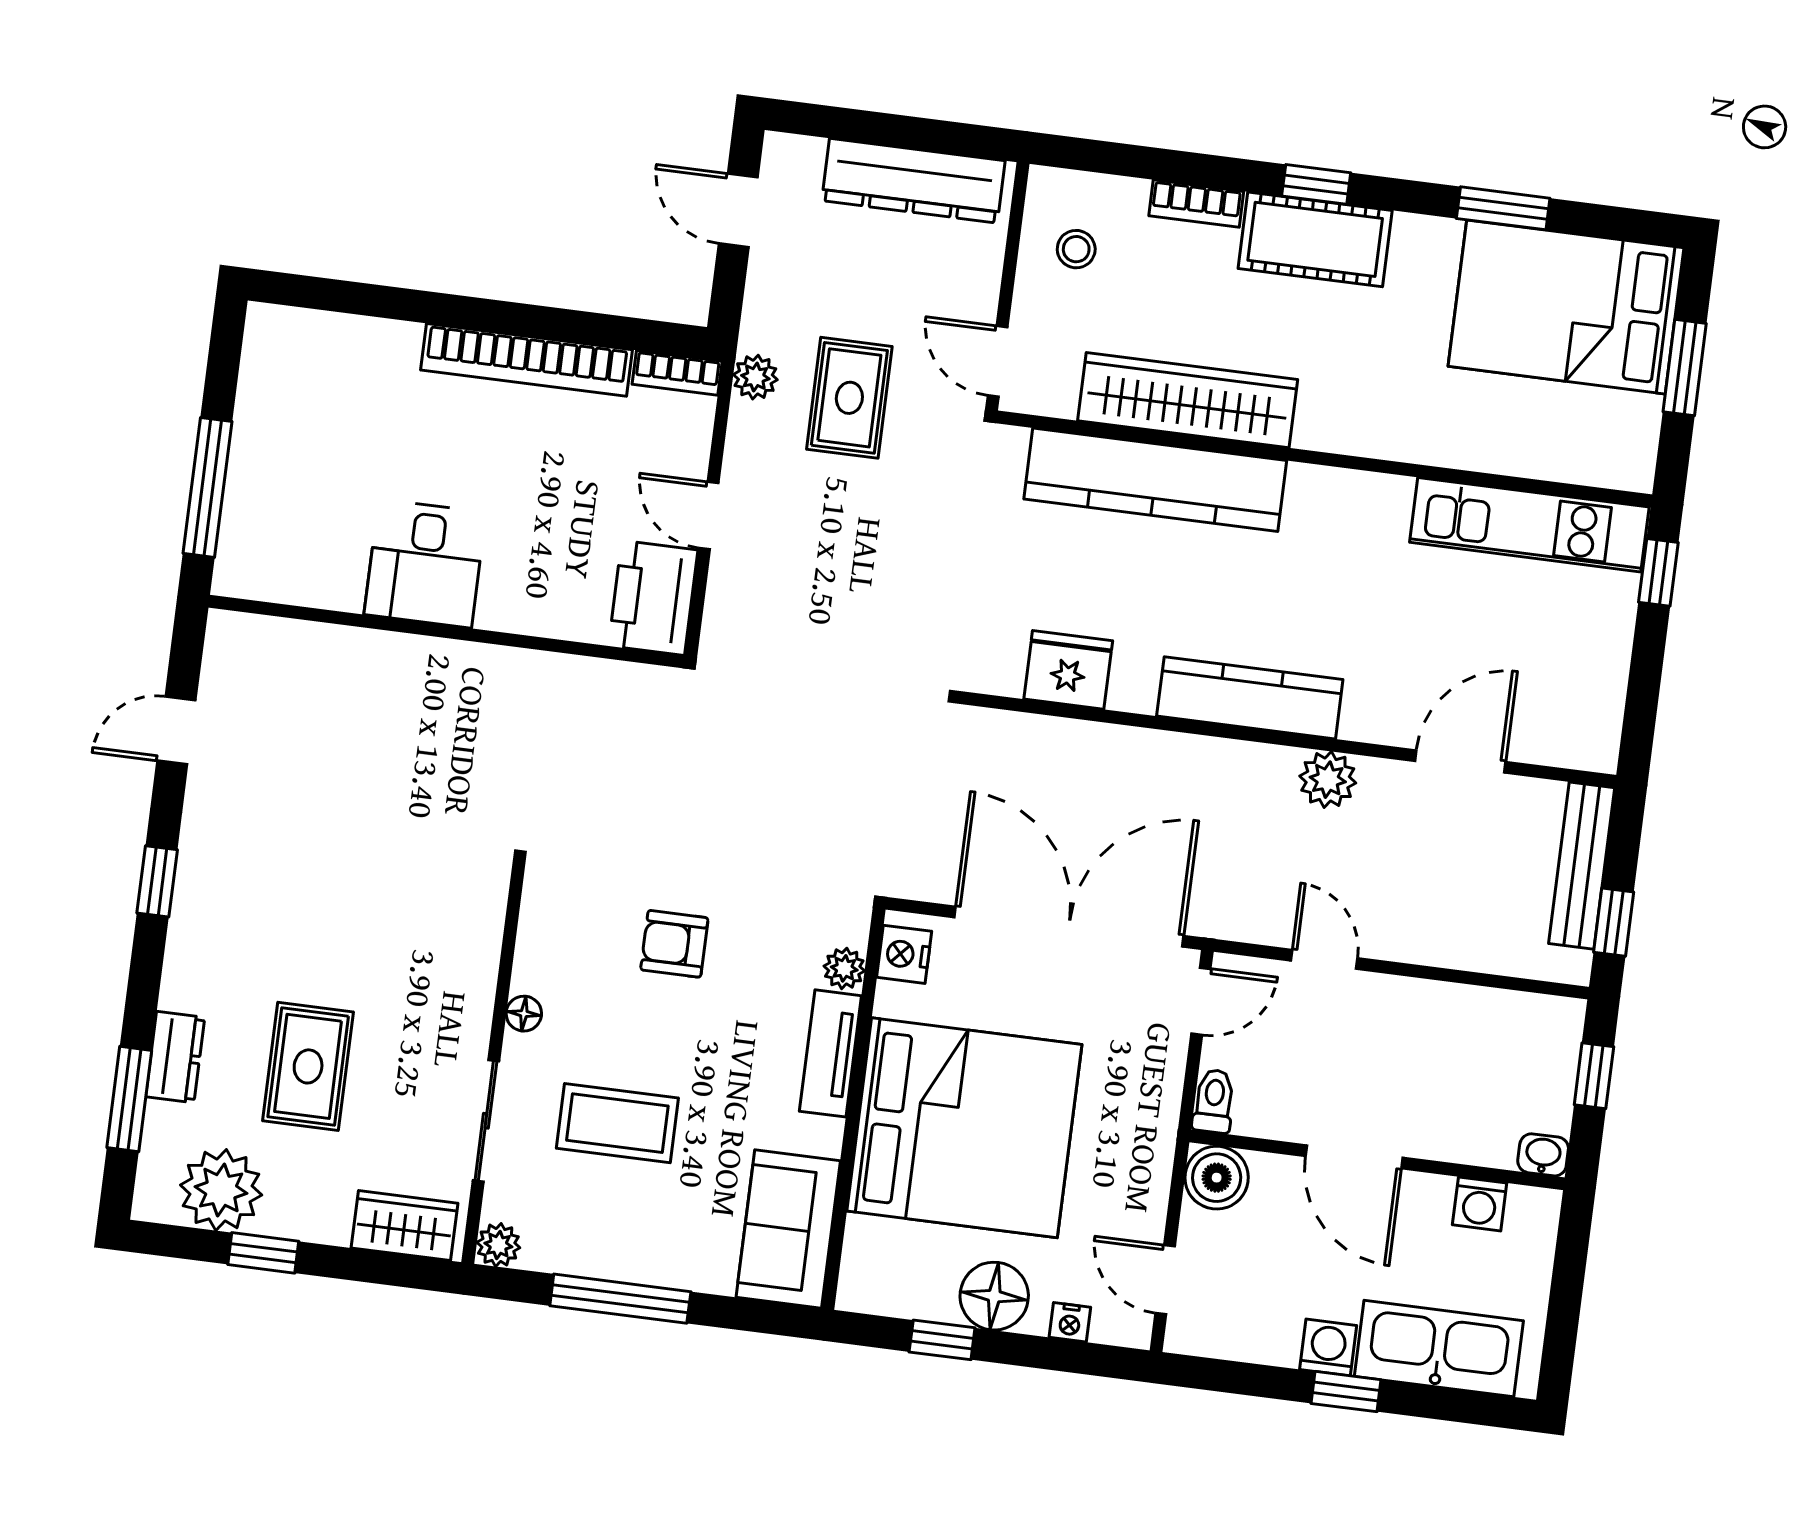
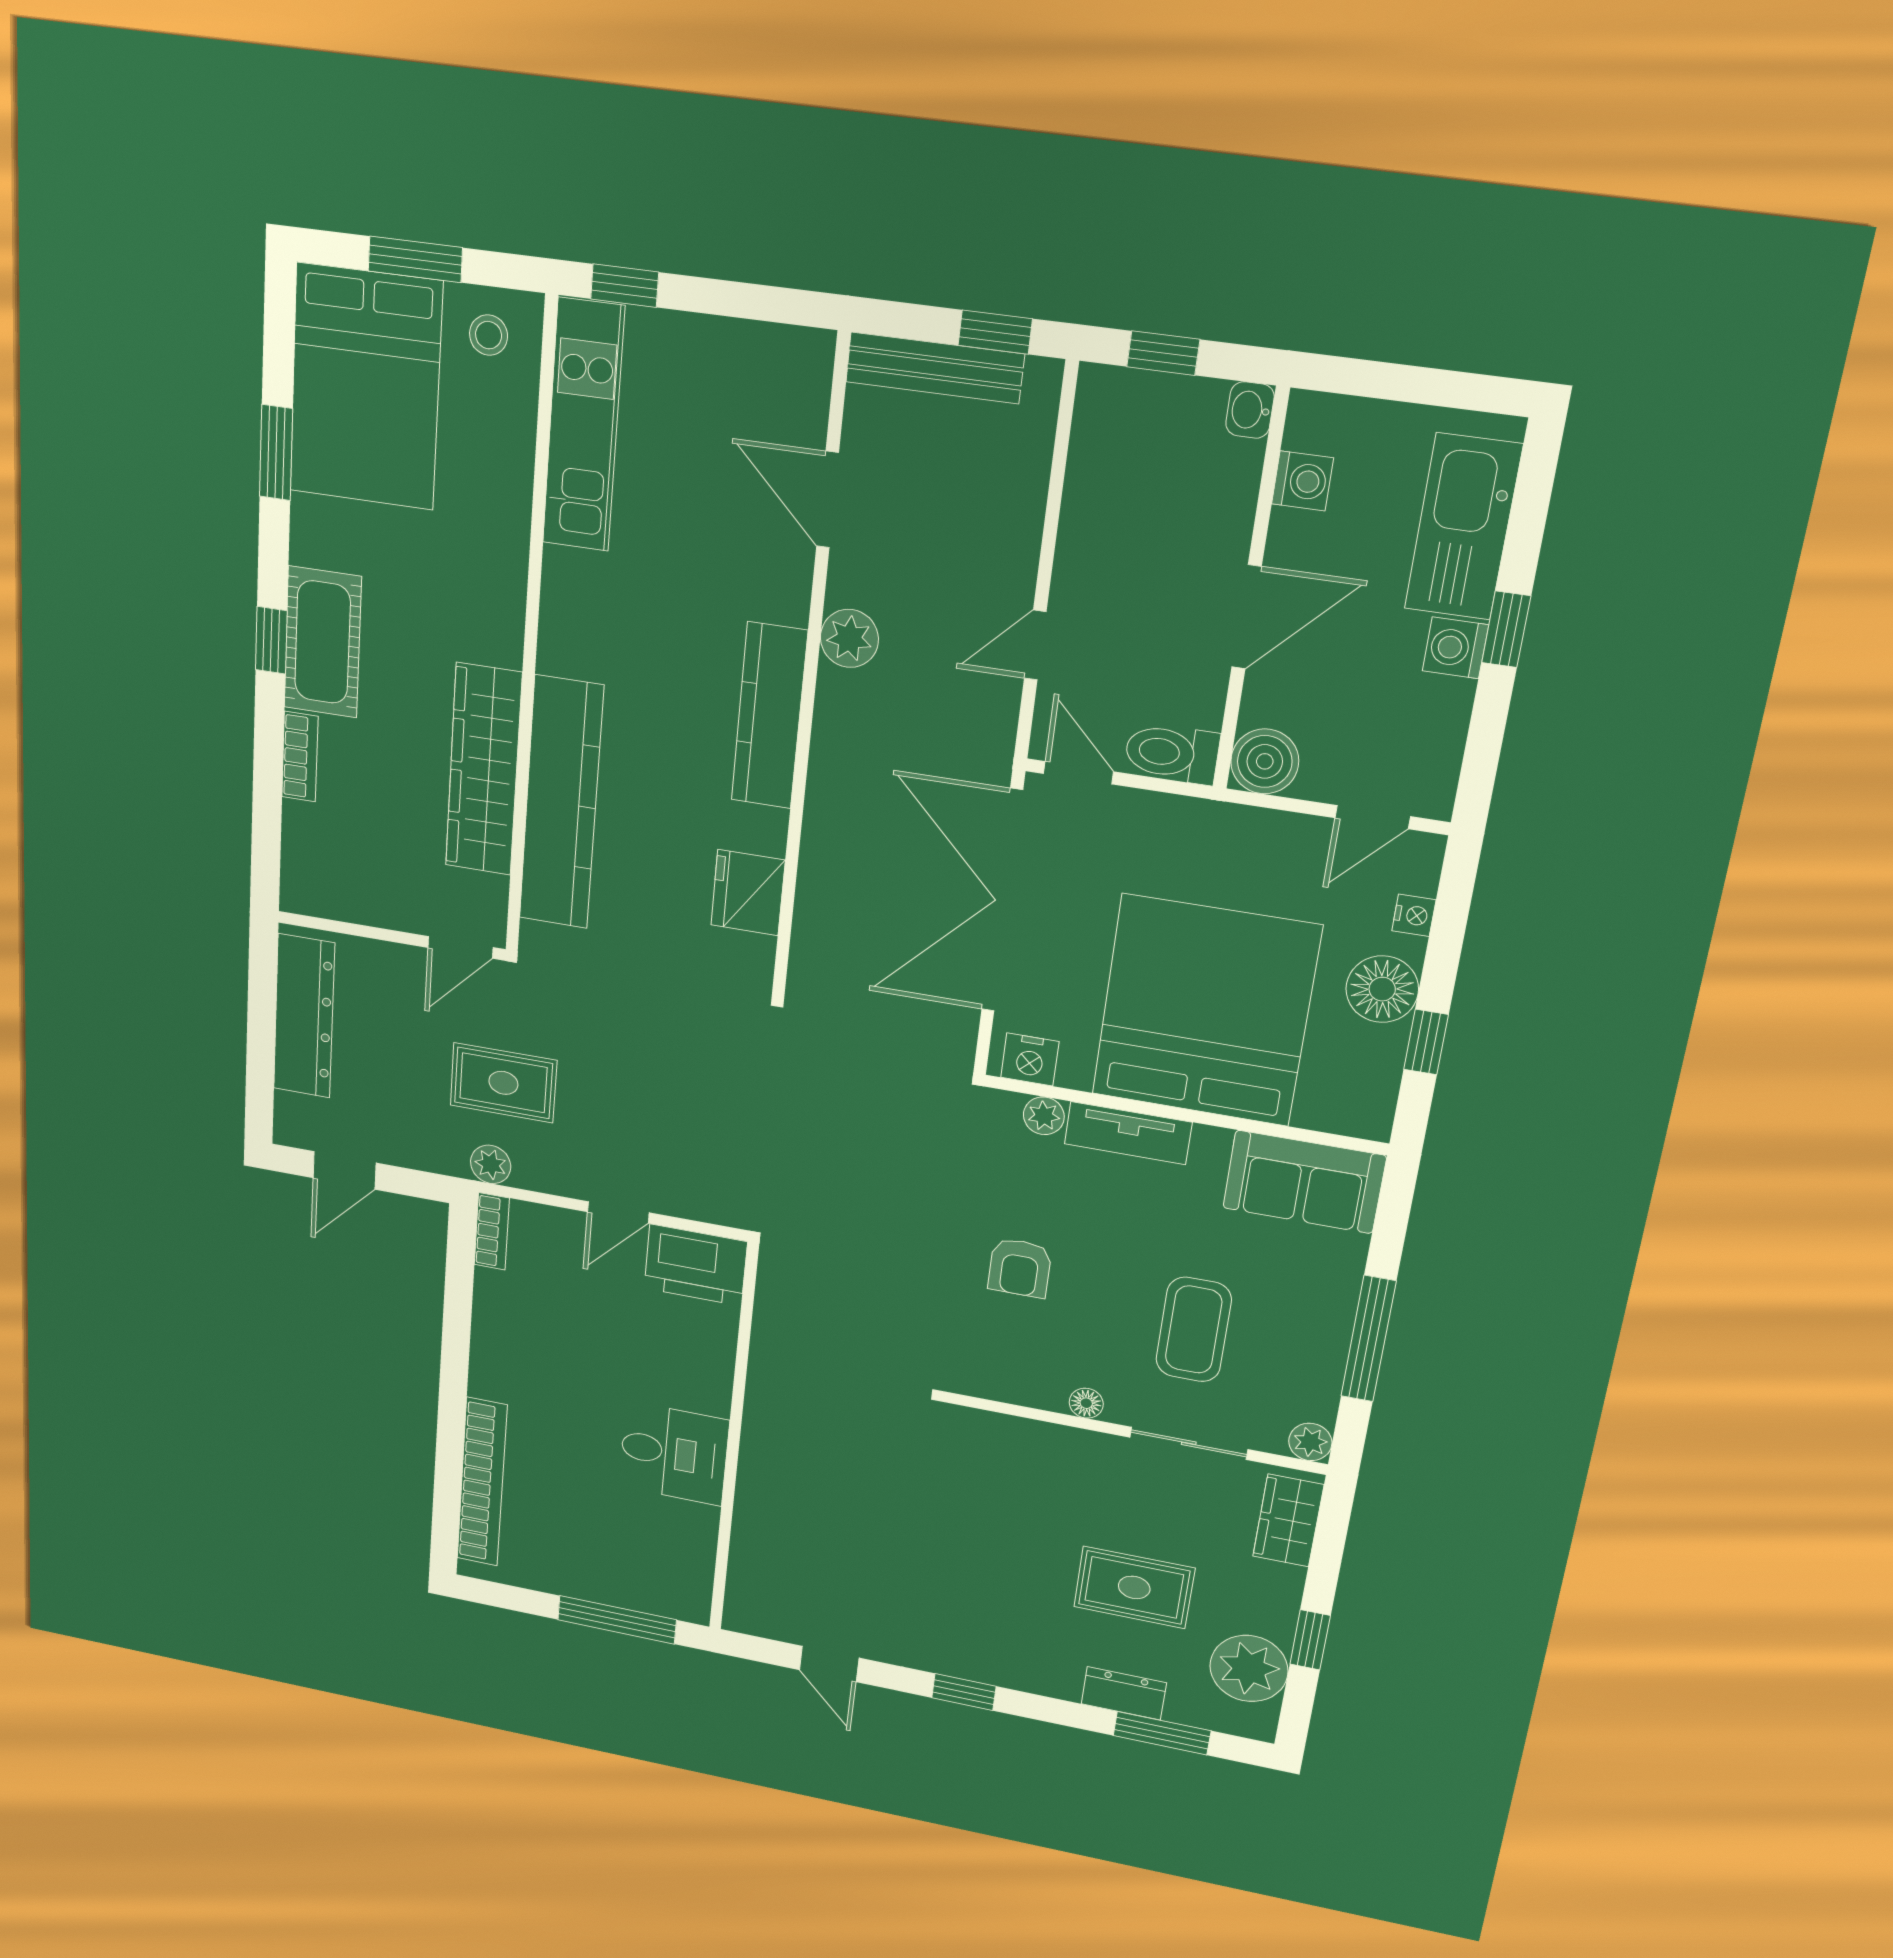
stool: (1076, 249) -> (489, 335), moved
bookcase: (527, 360) -> (482, 1482), moved
toilet: (1214, 1101) -> (1172, 753), width x1.37, depth x1.39

